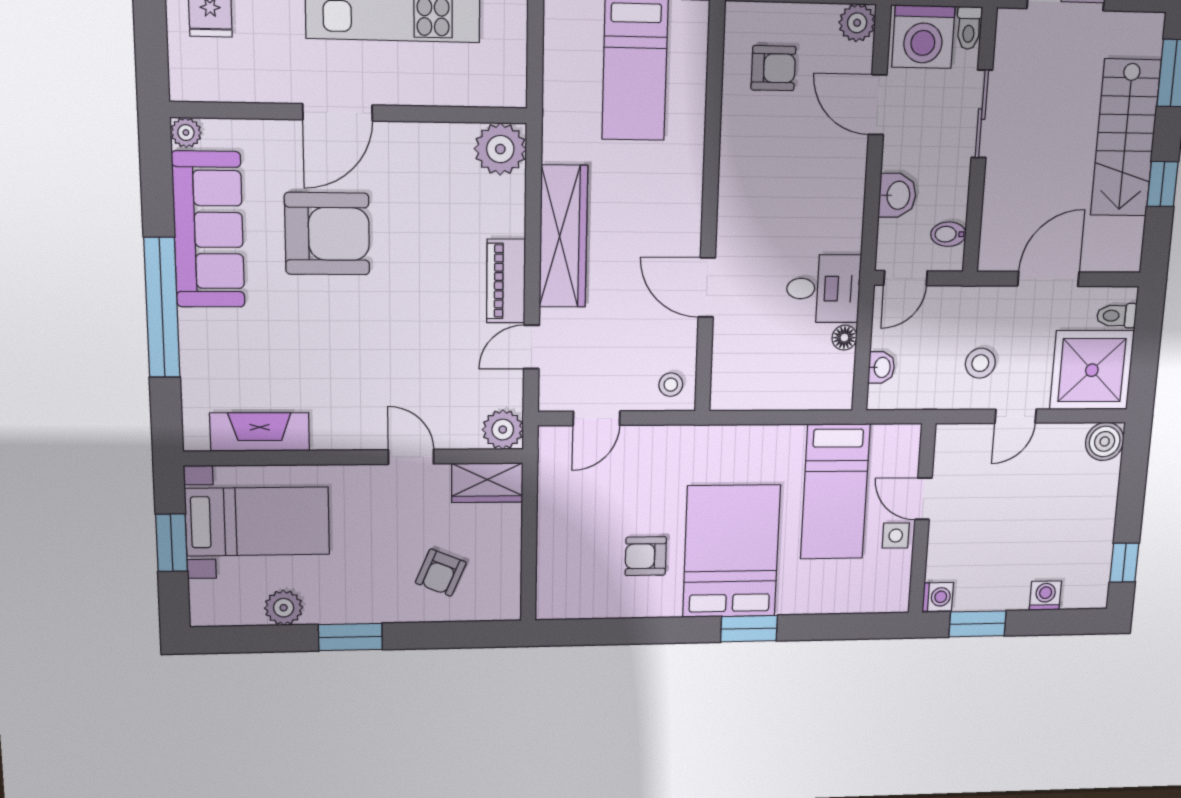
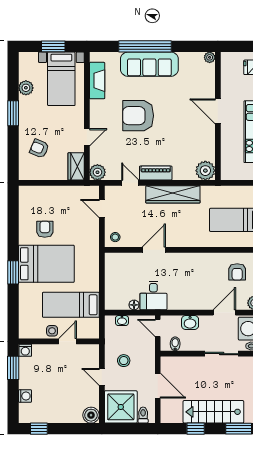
sofa: (208, 230) -> (149, 64), moved
armchair: (327, 234) -> (138, 116), moved, turned 90

